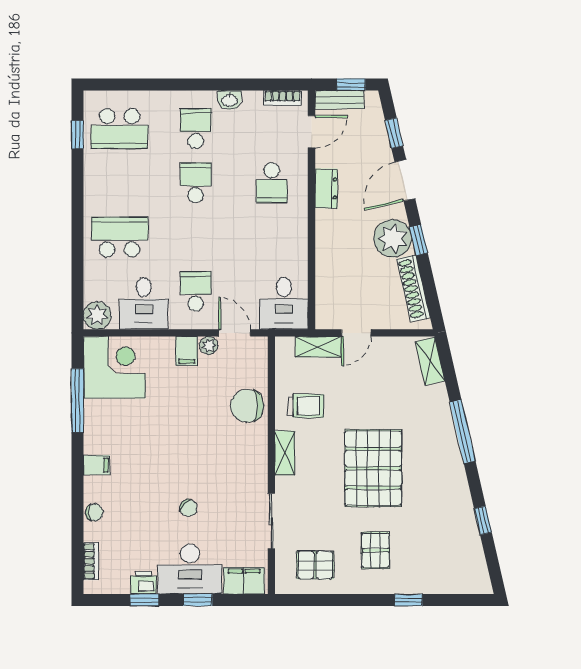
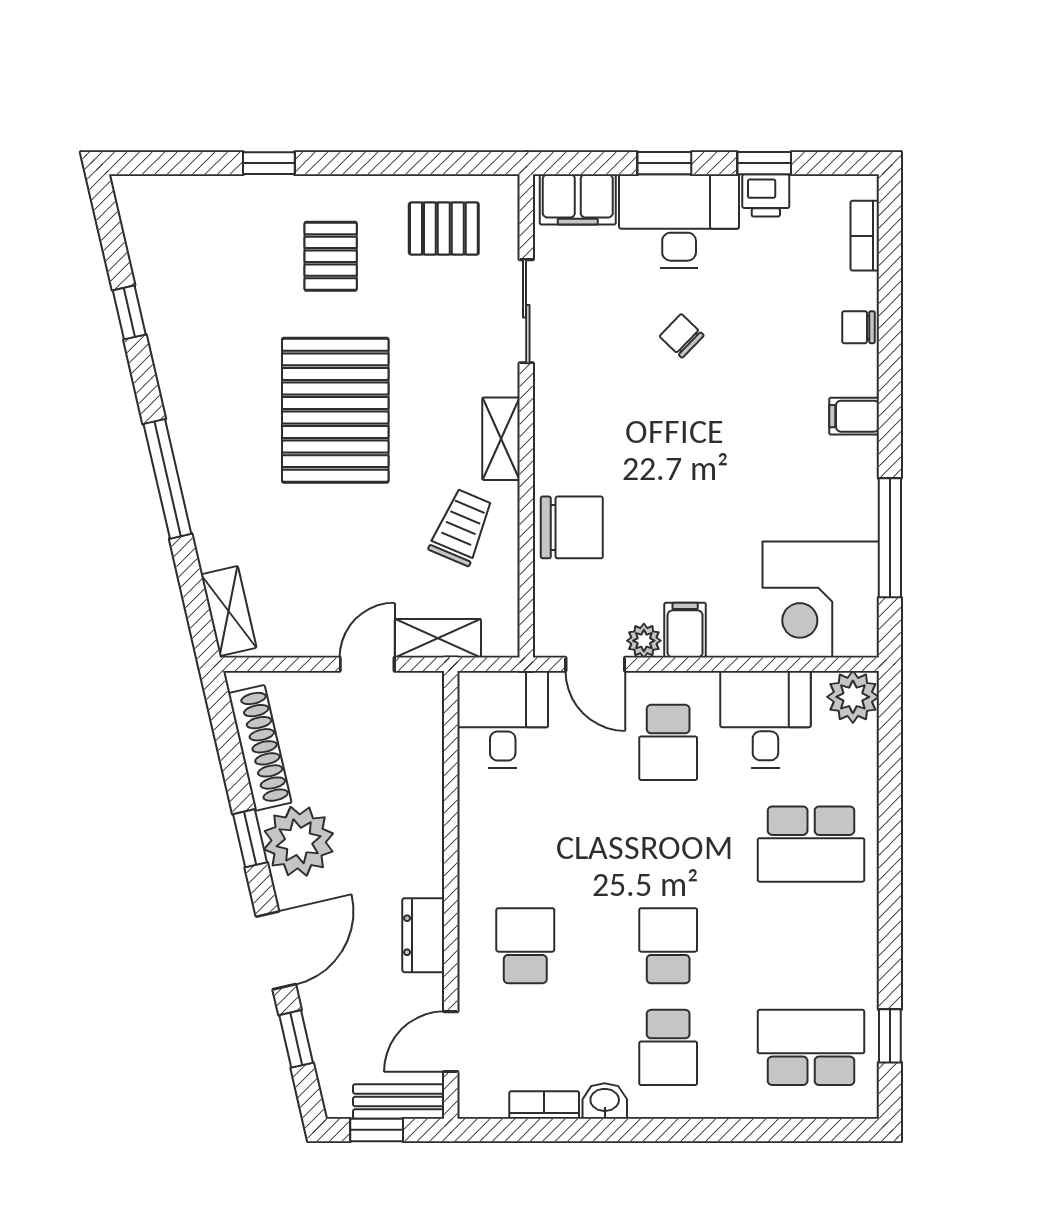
bookcase: (282, 98) -> (544, 1105), moved
school desk: (196, 183) -> (668, 946), turned 180
trolley: (306, 406) -> (461, 527), turned 113

